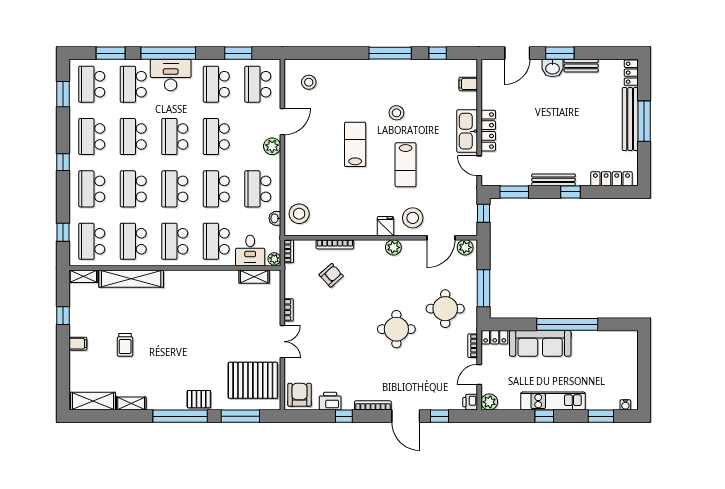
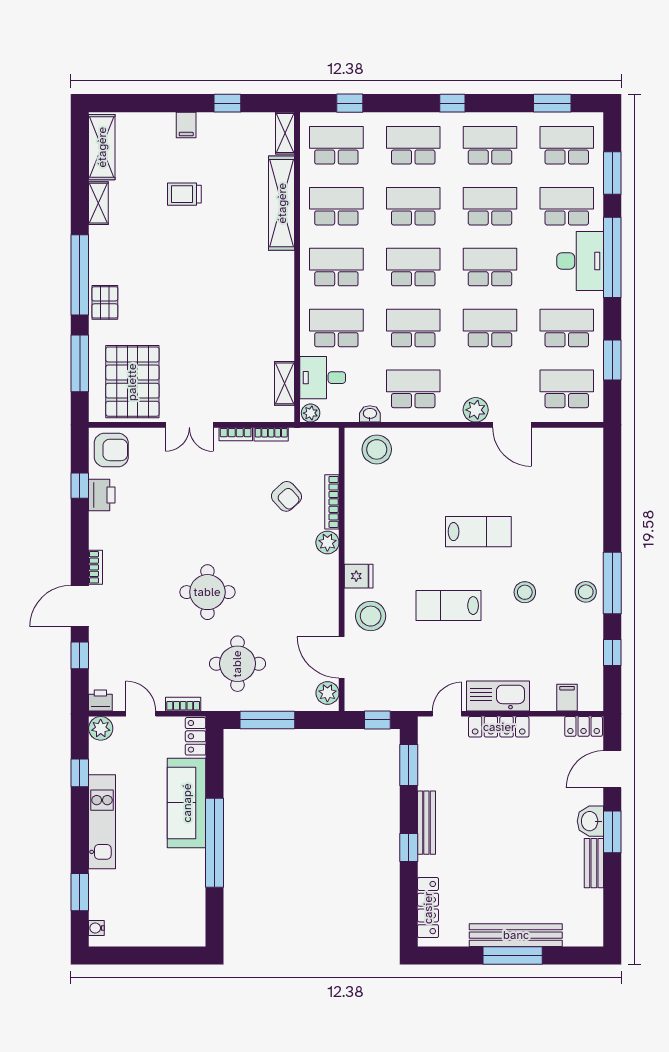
door: (517, 53) -> (612, 769), hinge flipped
locker: (631, 73) -> (584, 726), moved, turned 180
stool: (309, 82) -> (586, 592), moved
plant: (393, 247) -> (327, 542), moved
bookcase: (289, 251) -> (271, 434), moved
bookcase: (373, 405) -> (96, 567), width x0.64
window: (344, 416) -> (80, 486), moved
window: (544, 416) -> (80, 773), moved

